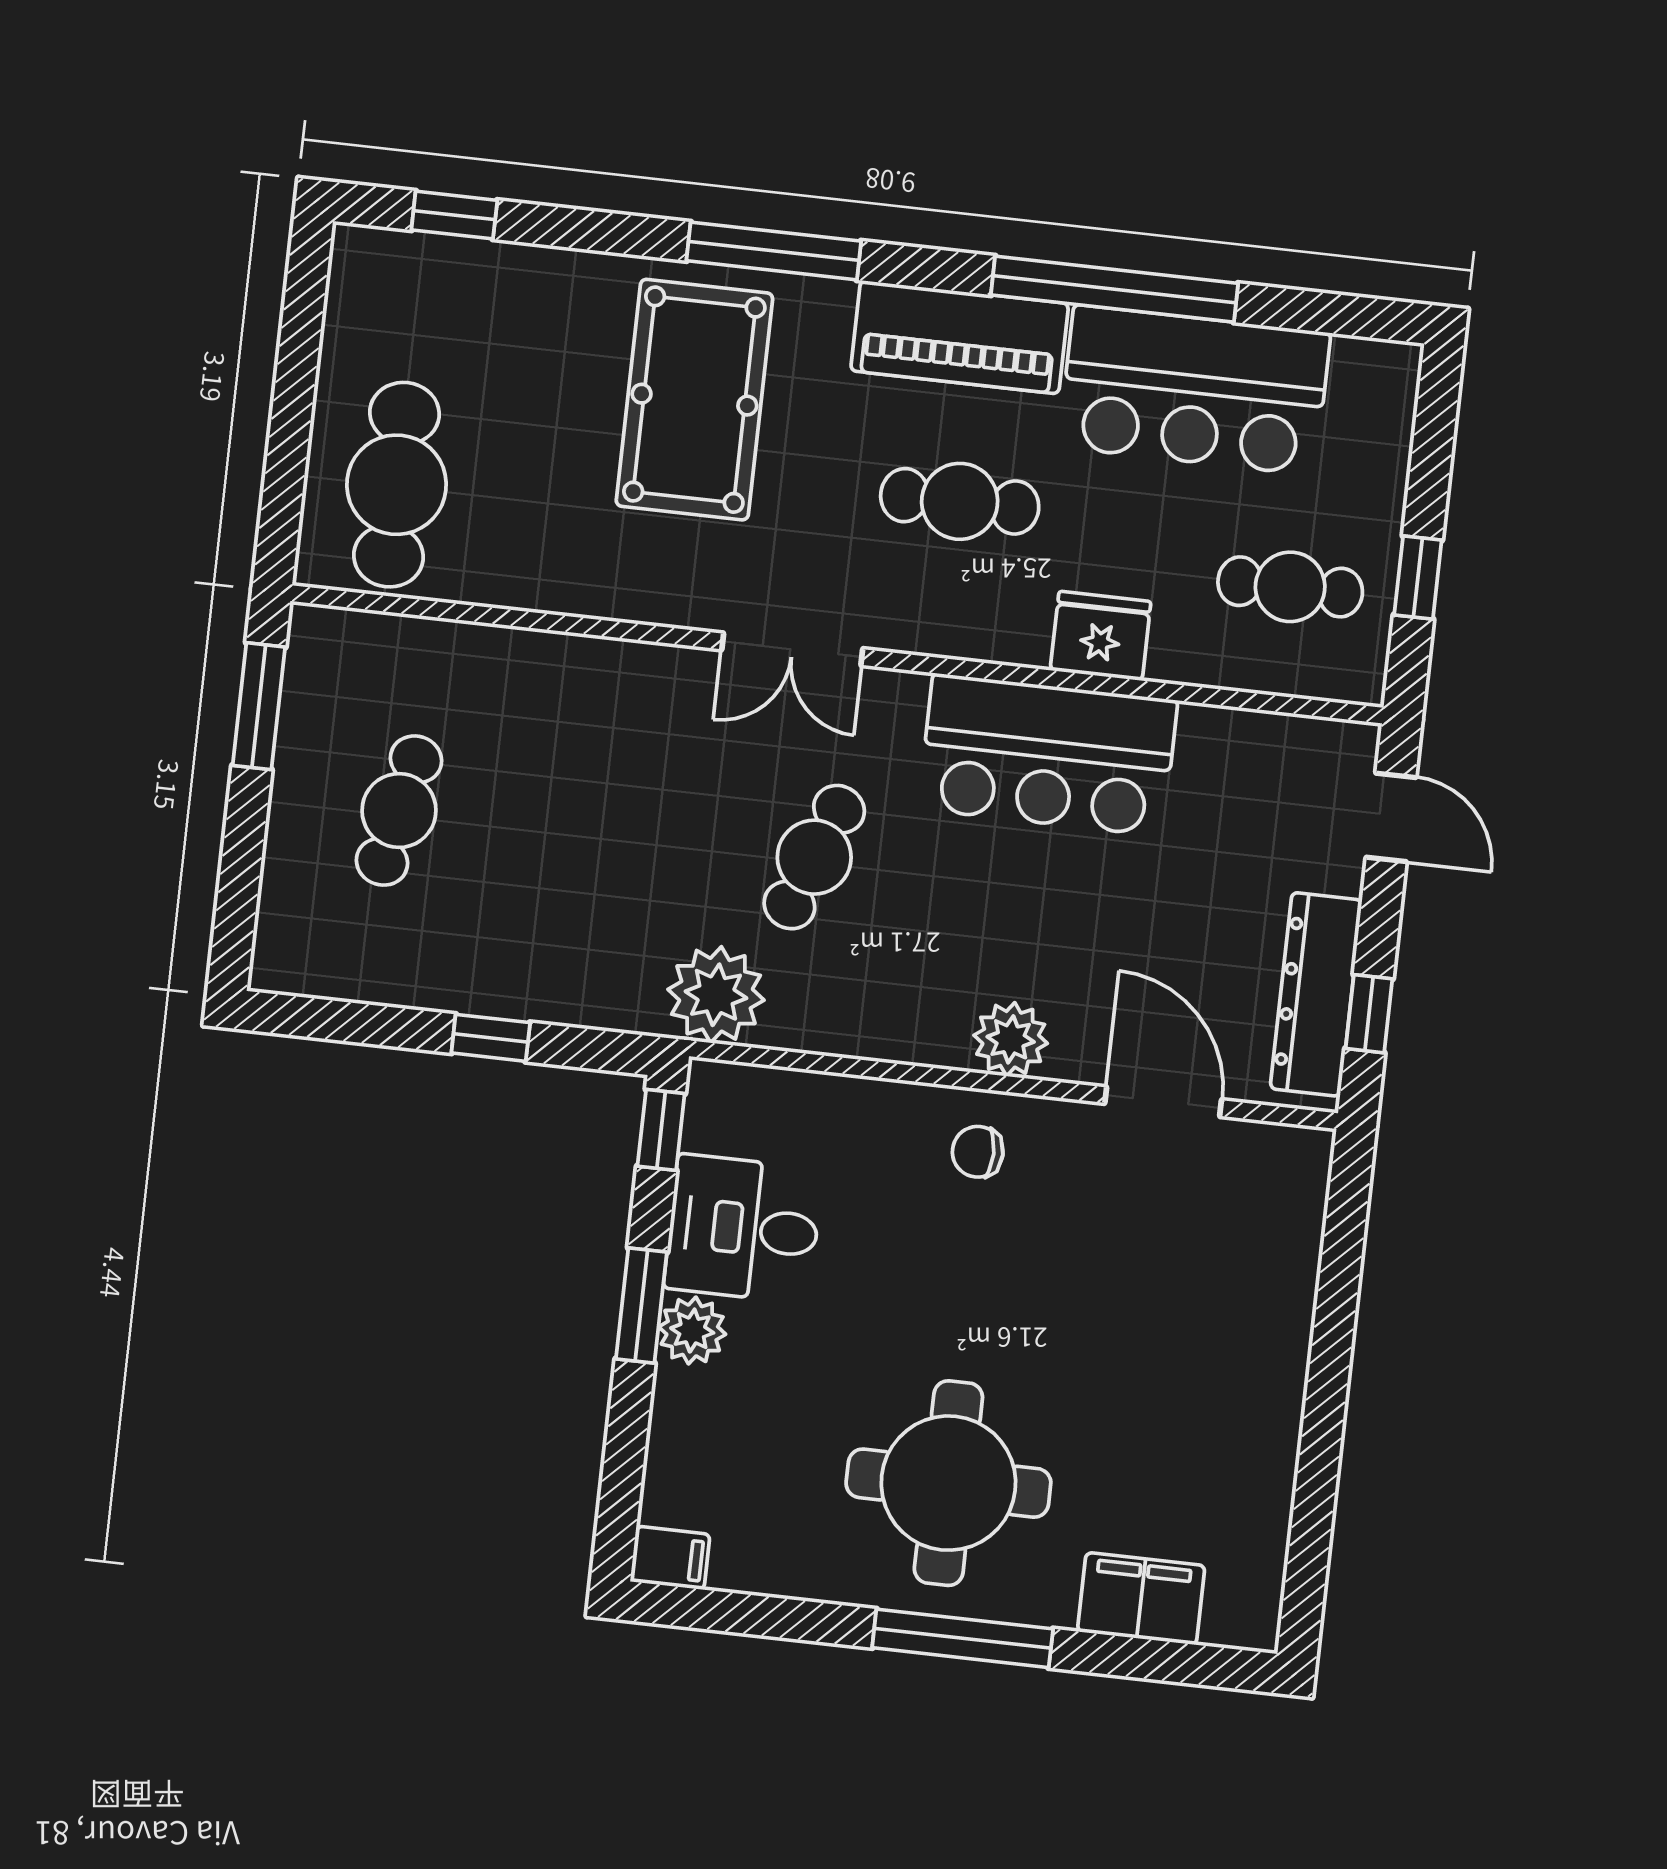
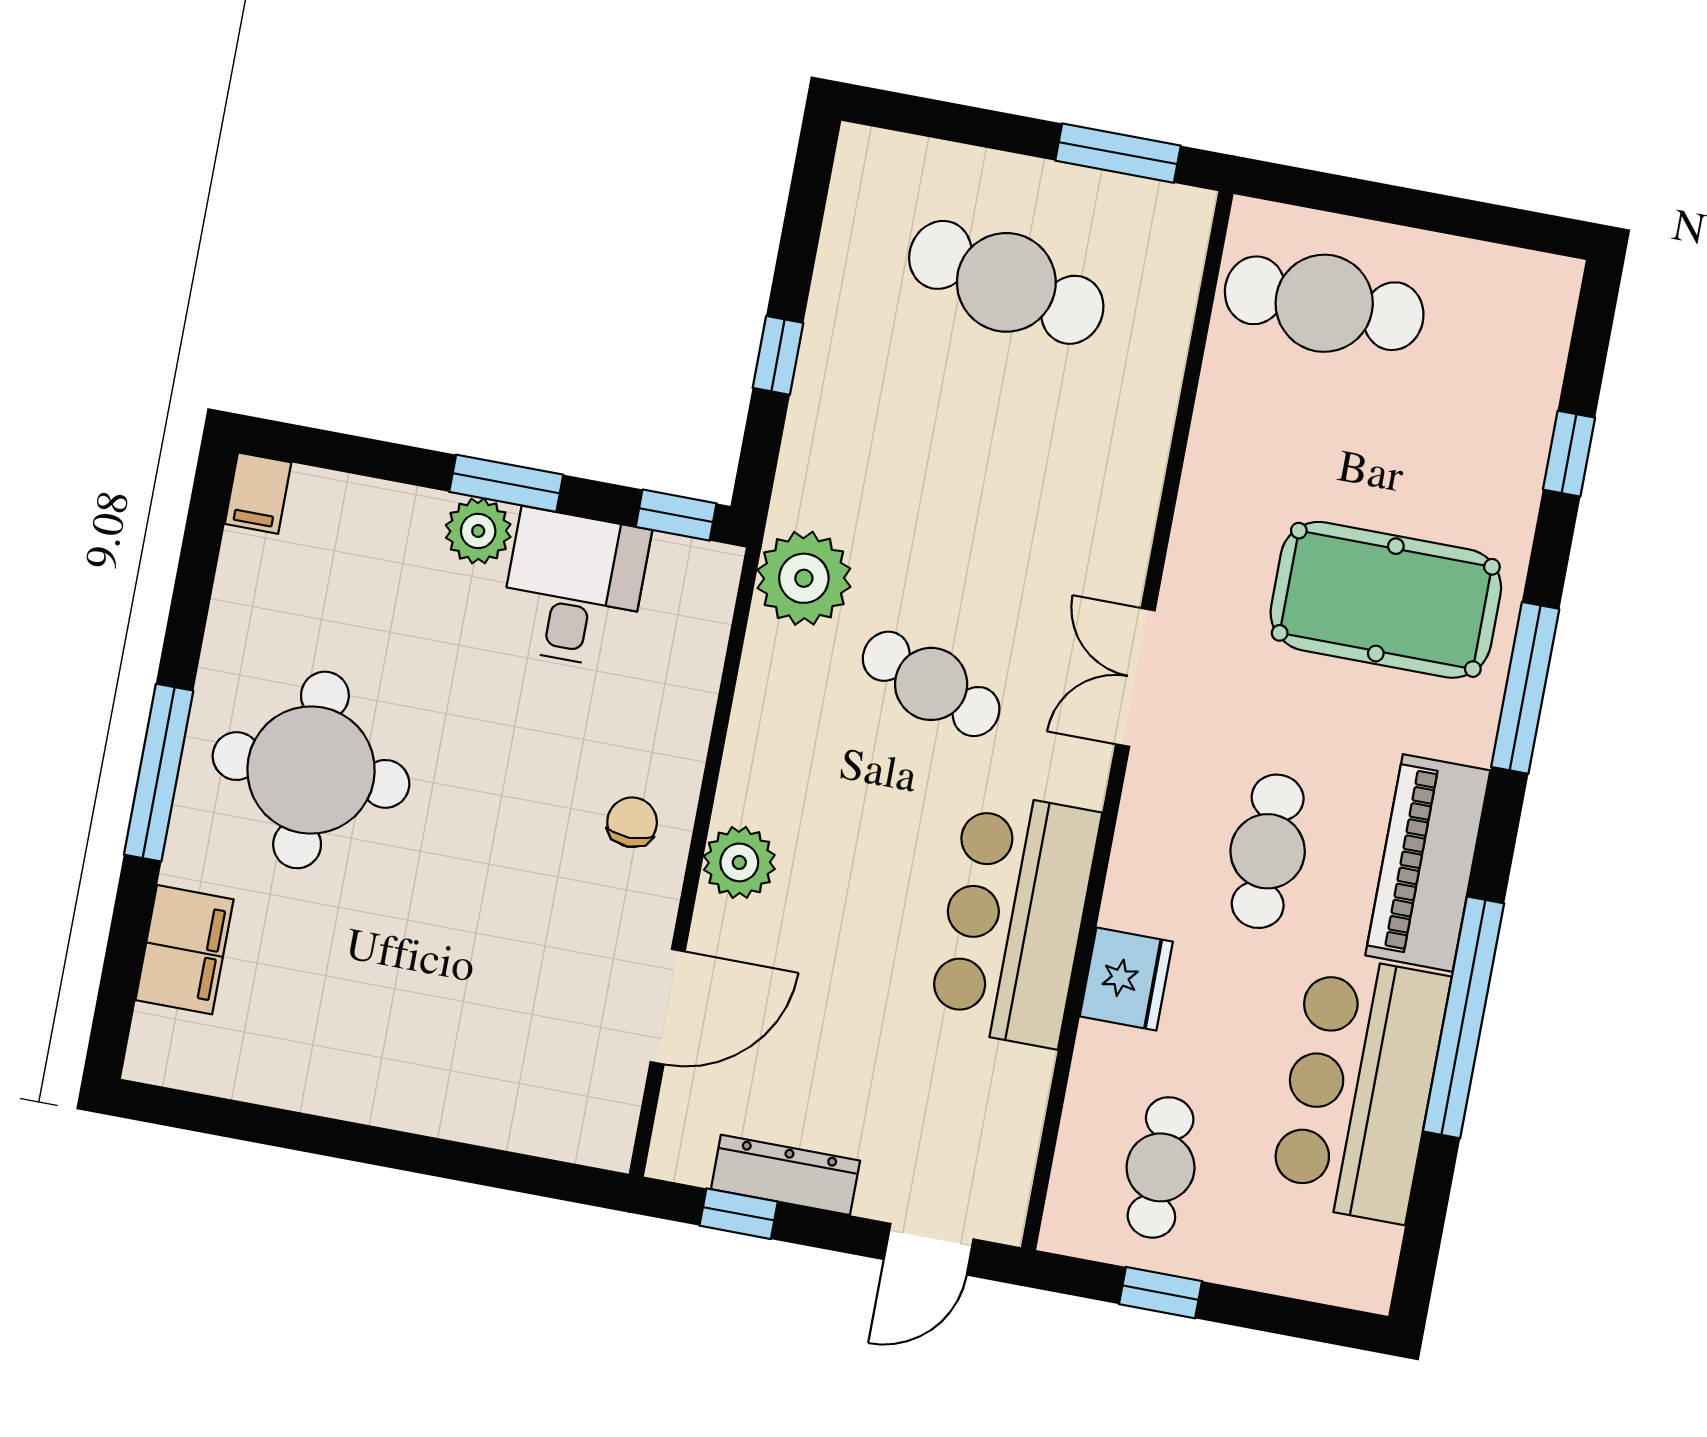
window: (454, 215) -> (1569, 454), moved
cafe table: (399, 811) -> (1006, 282), width x1.37, depth x1.35
dresser: (1316, 994) -> (785, 1175), width x0.73, depth x0.80

